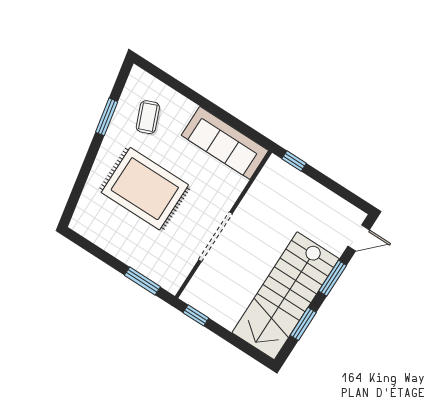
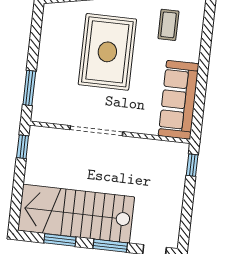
coffee table: (148, 117) -> (168, 25), turned -68

